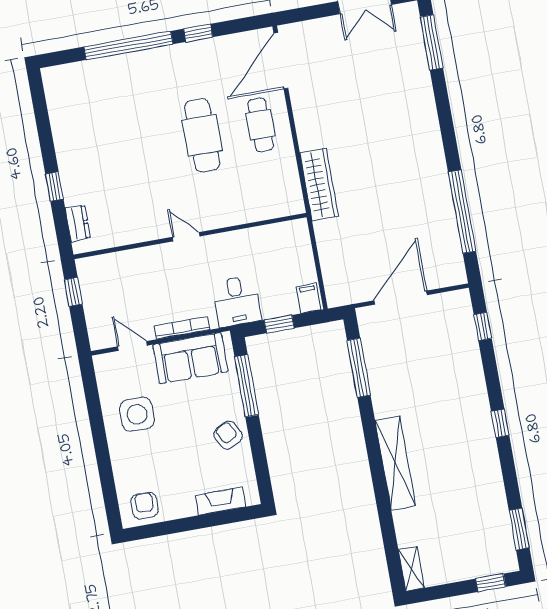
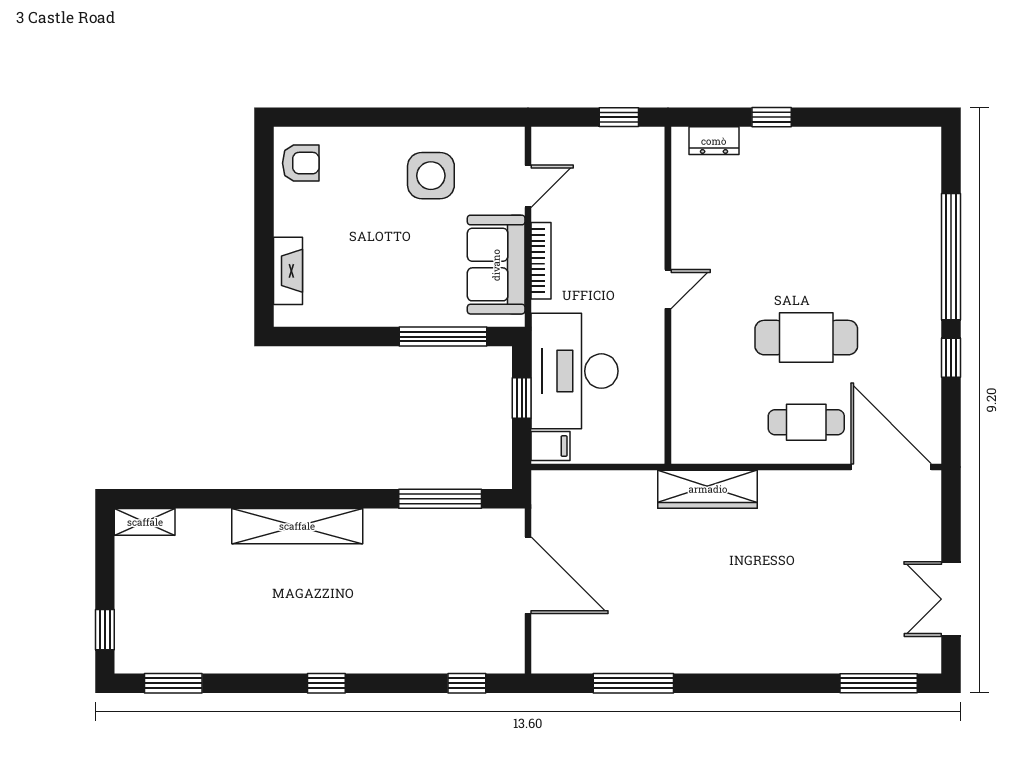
window: (462, 212) -> (633, 683), width x0.68
desk: (237, 301) -> (574, 371), width x1.87, depth x1.30
armchair: (228, 435) -> (379, 298), removed

